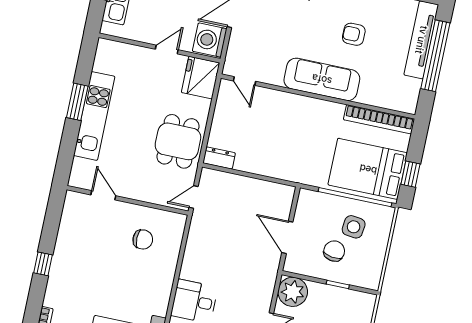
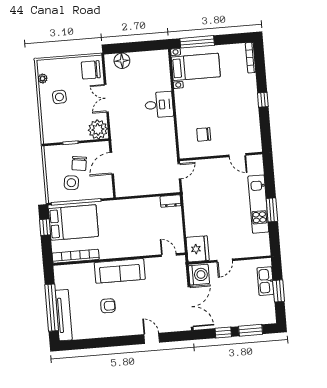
dining table: (178, 141) -> (200, 204), removed
door: (287, 237) -> (112, 163), swing flipped

